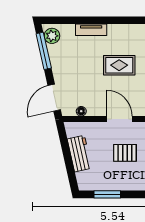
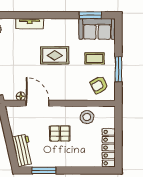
door: (119, 119) -> (37, 103), moved
workbench: (80, 154) -> (23, 150), moved

